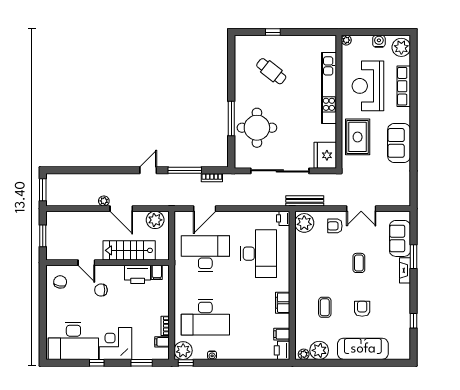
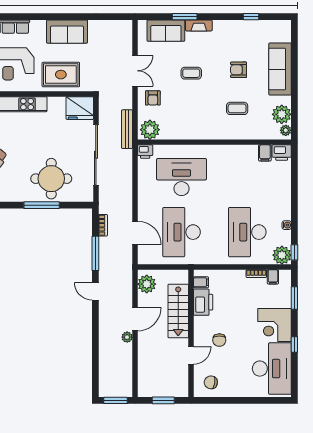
filing cabinet: (283, 303) -> (232, 152), removed
desk: (205, 317) -> (247, 232), turned 180

